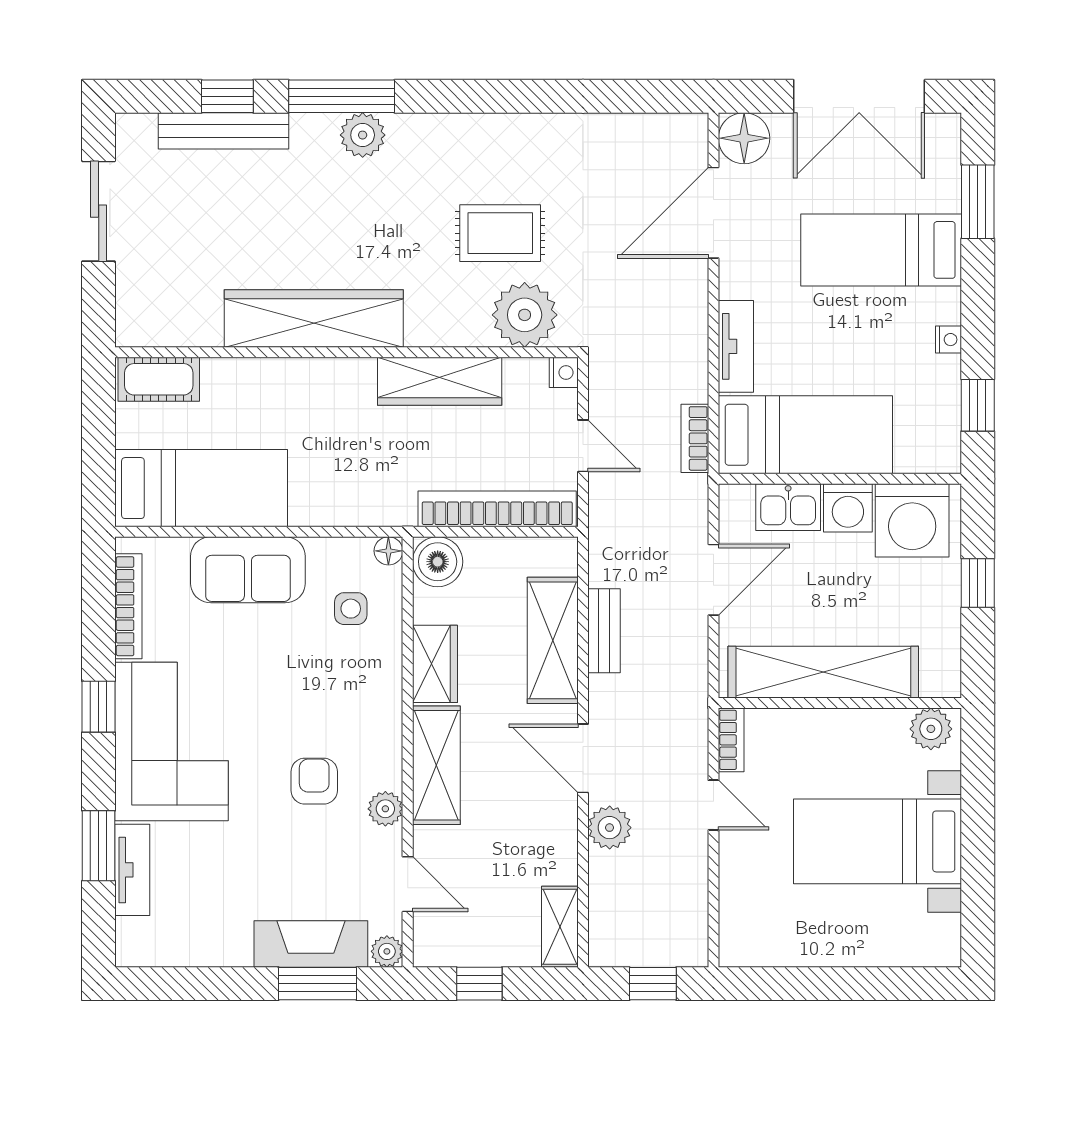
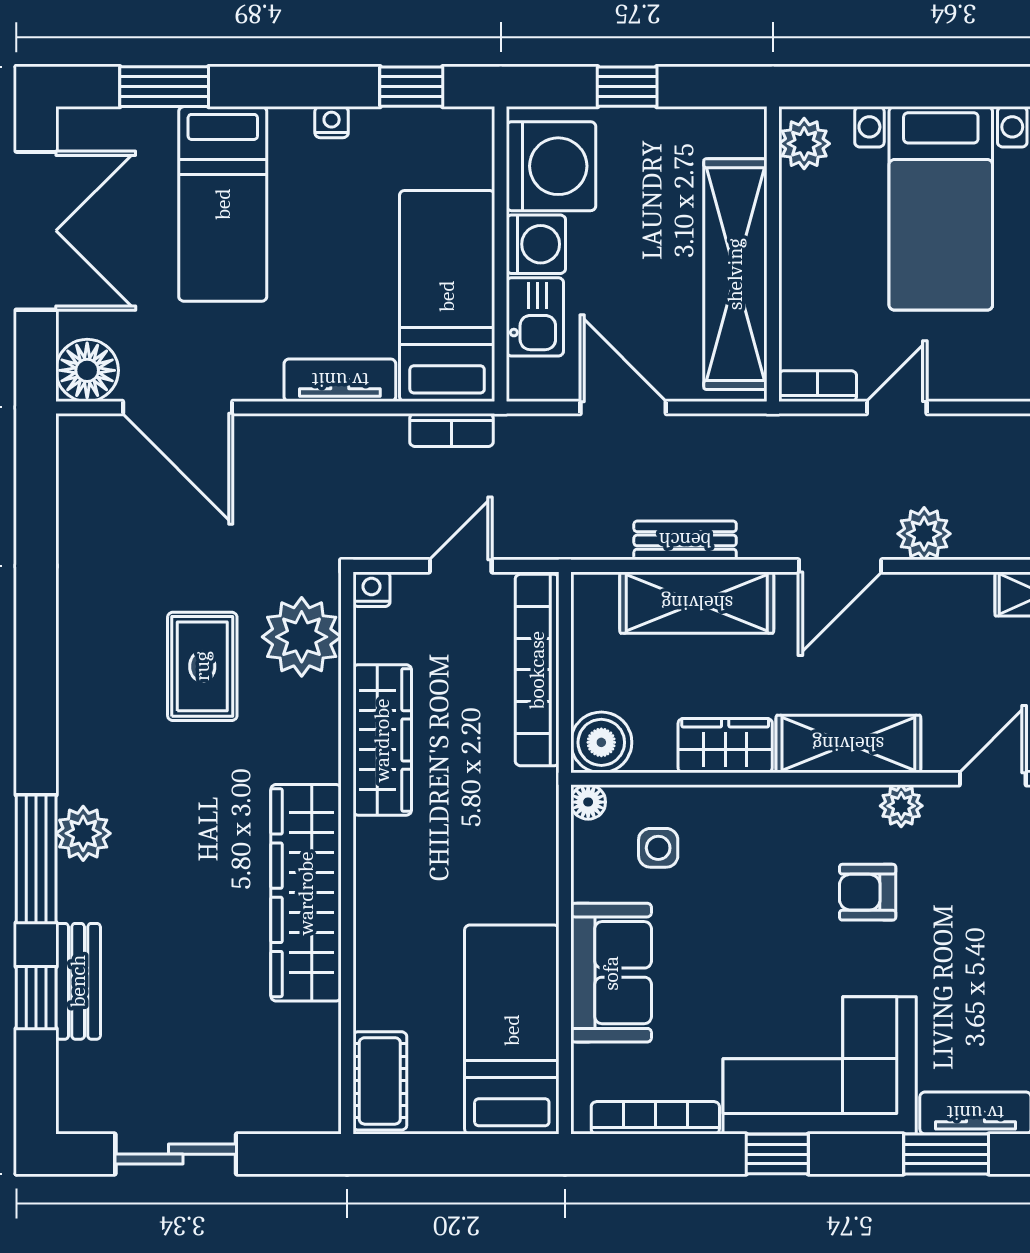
bench: (223, 131) -> (78, 981), width x0.73

